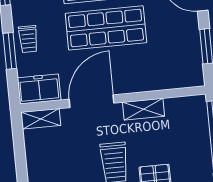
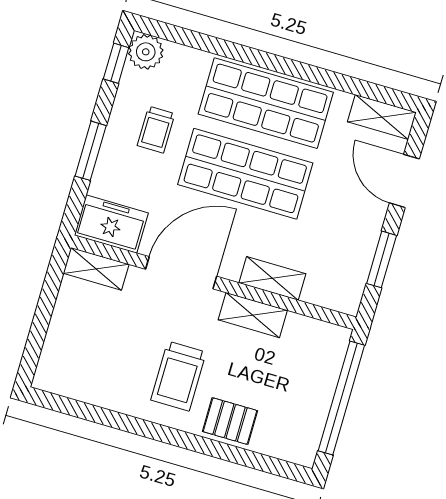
trolley: (28, 39) -> (156, 130), moved
shelving: (146, 83) -> (272, 278), added

